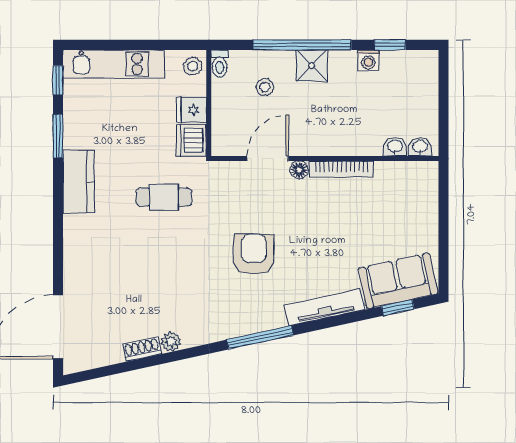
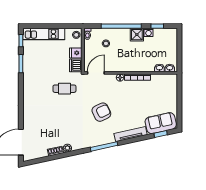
shower: (312, 66) -> (137, 35), moved
door: (268, 159) -> (96, 73), moved
kitchen counter: (79, 182) -> (29, 82), removed
armchair: (254, 254) -> (101, 112), turned 64

